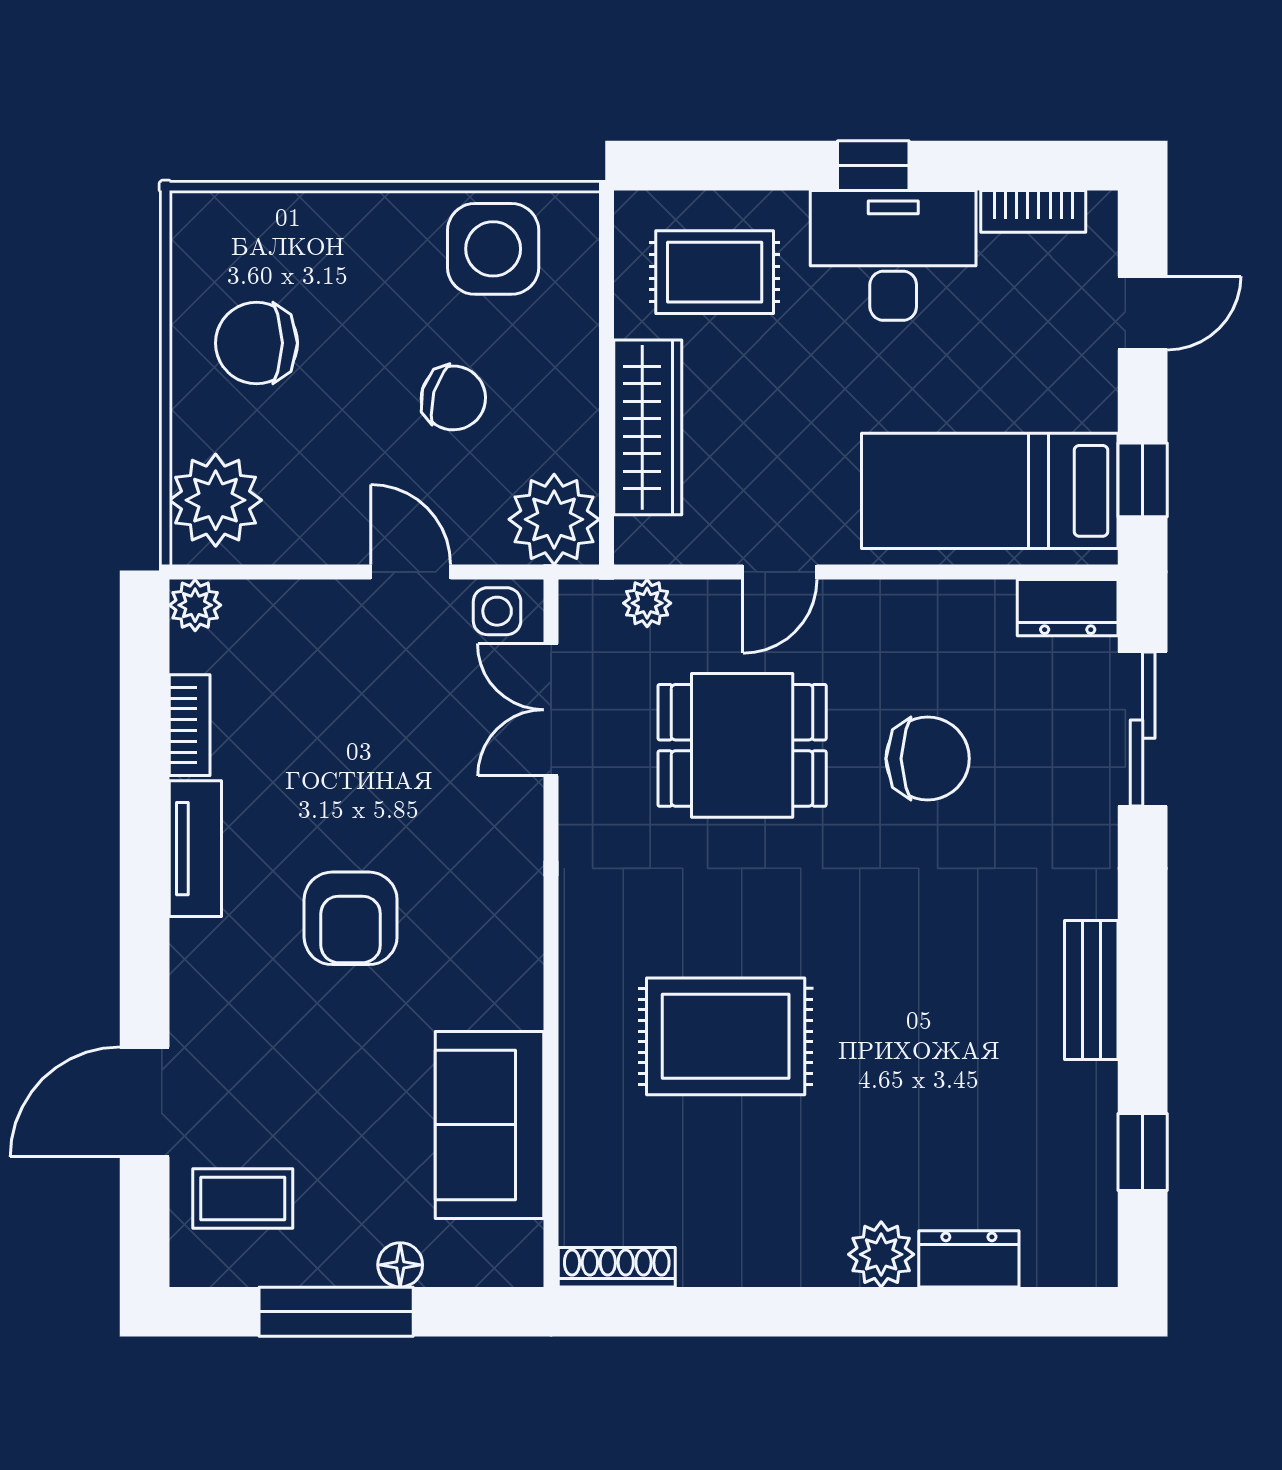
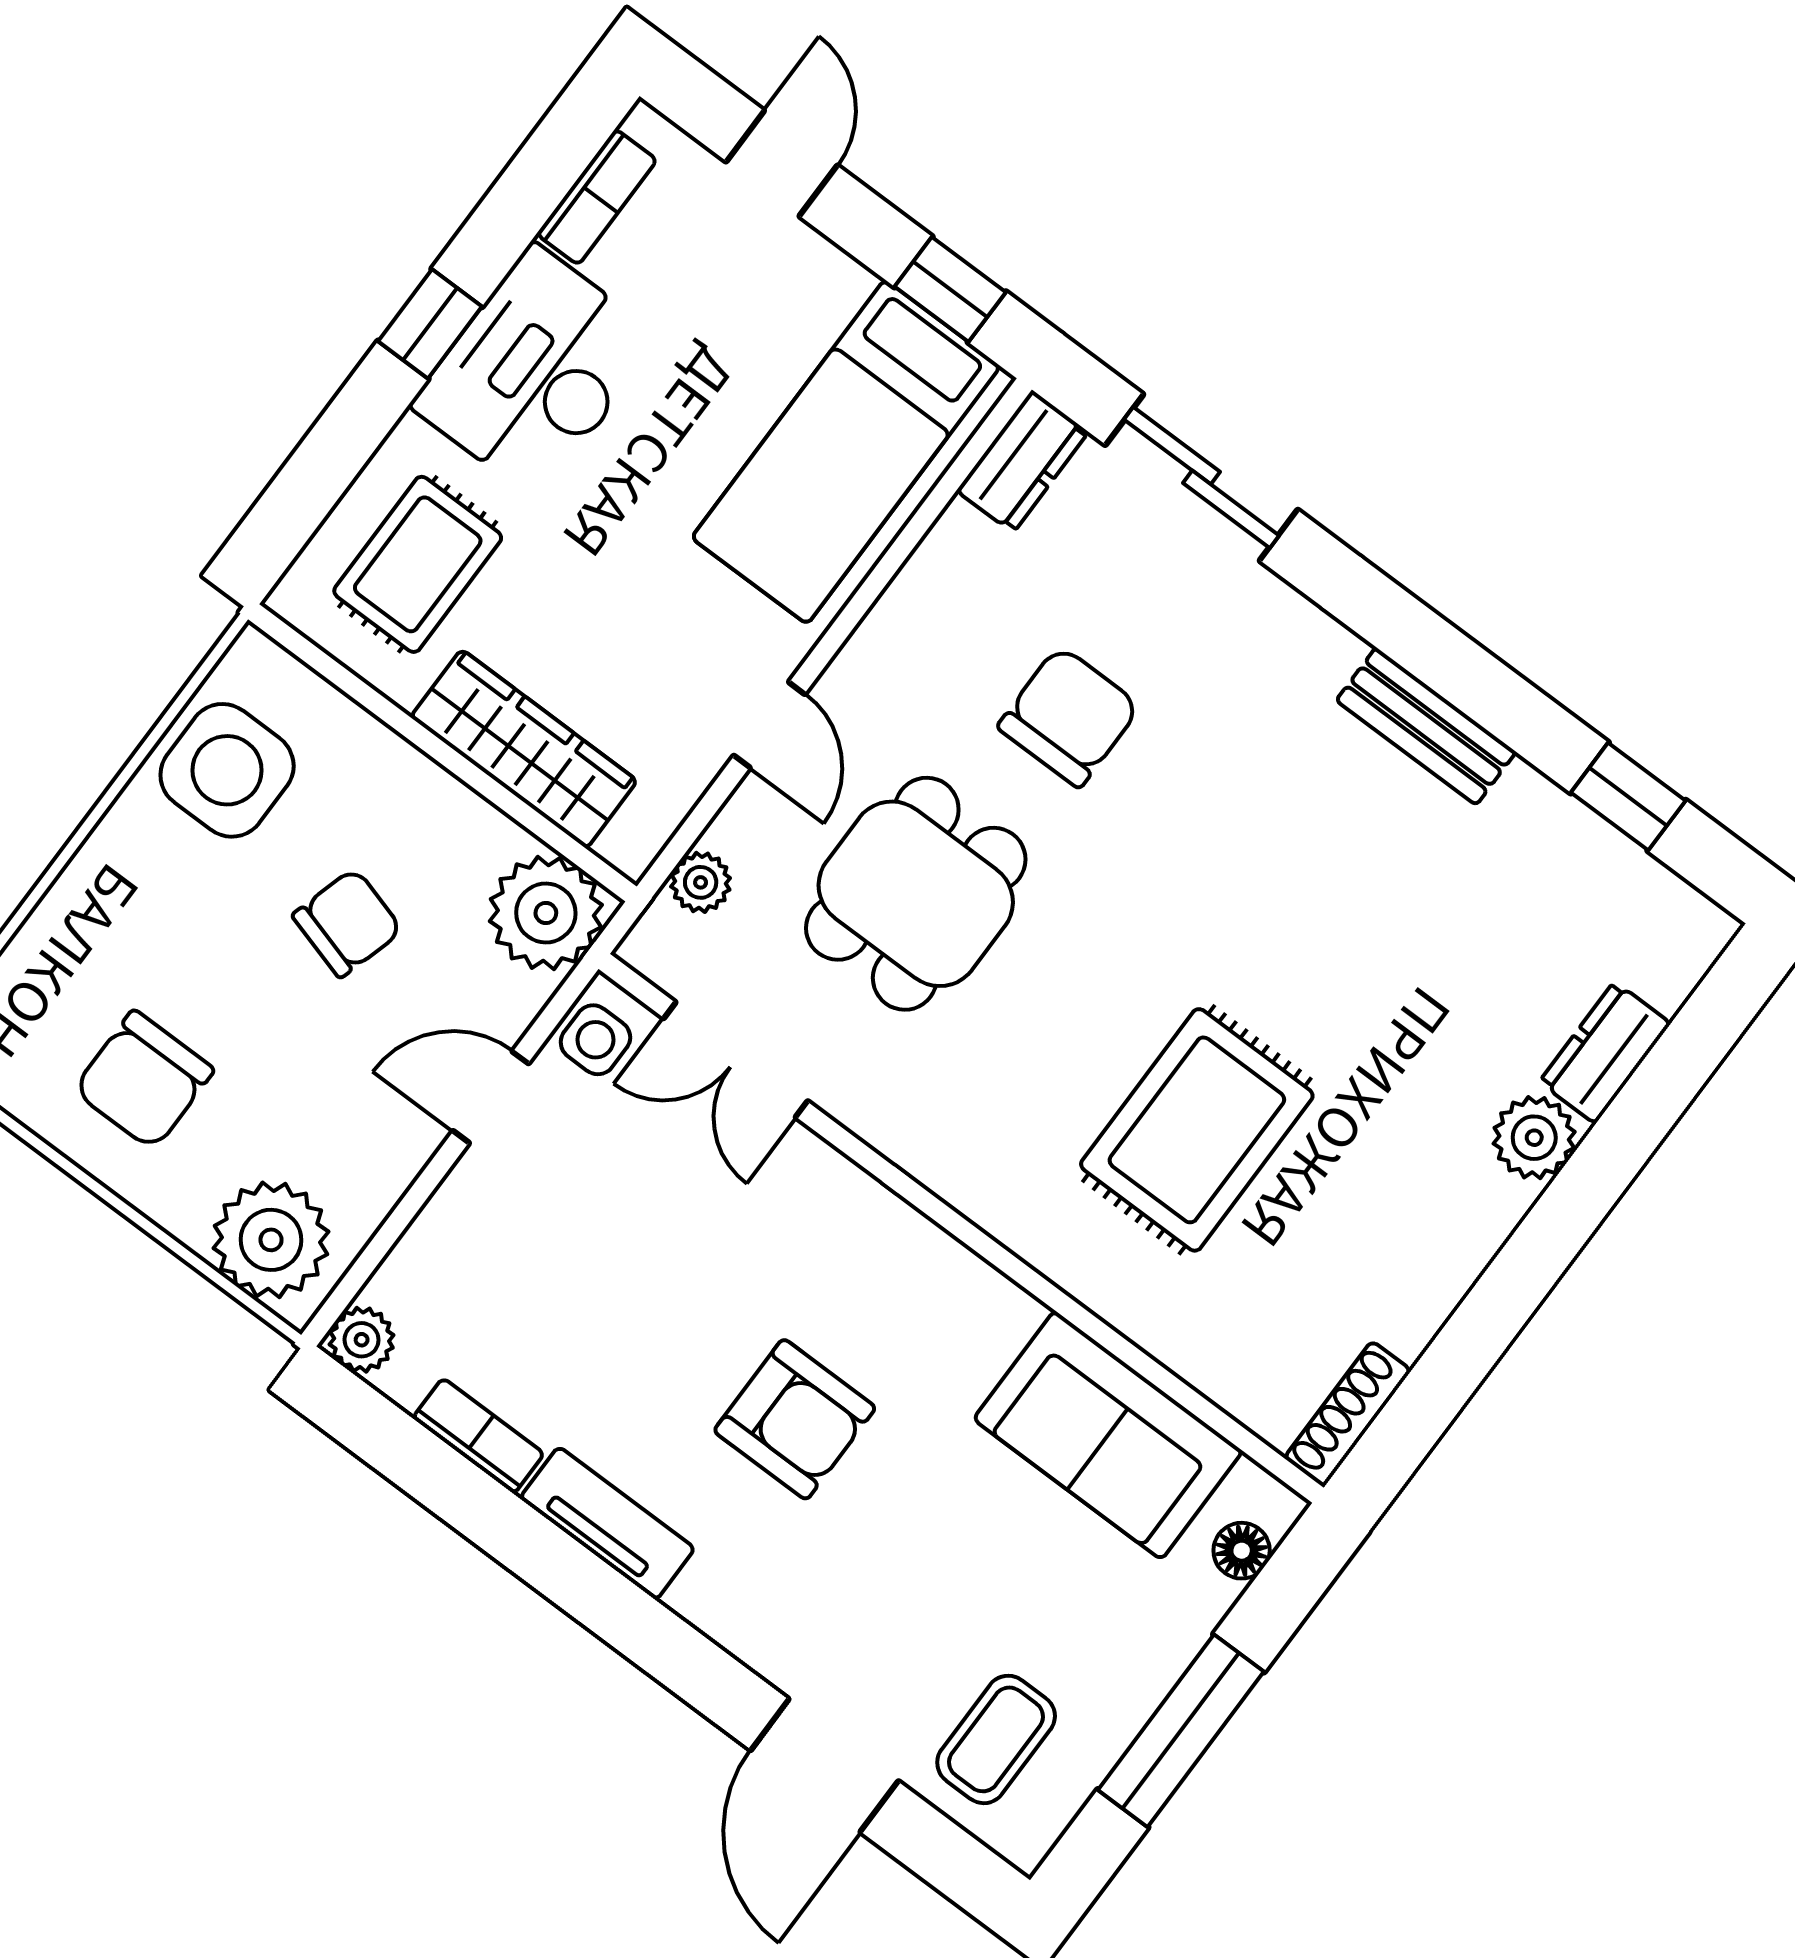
floor lamp: (400, 1265) -> (1242, 1551), moved

